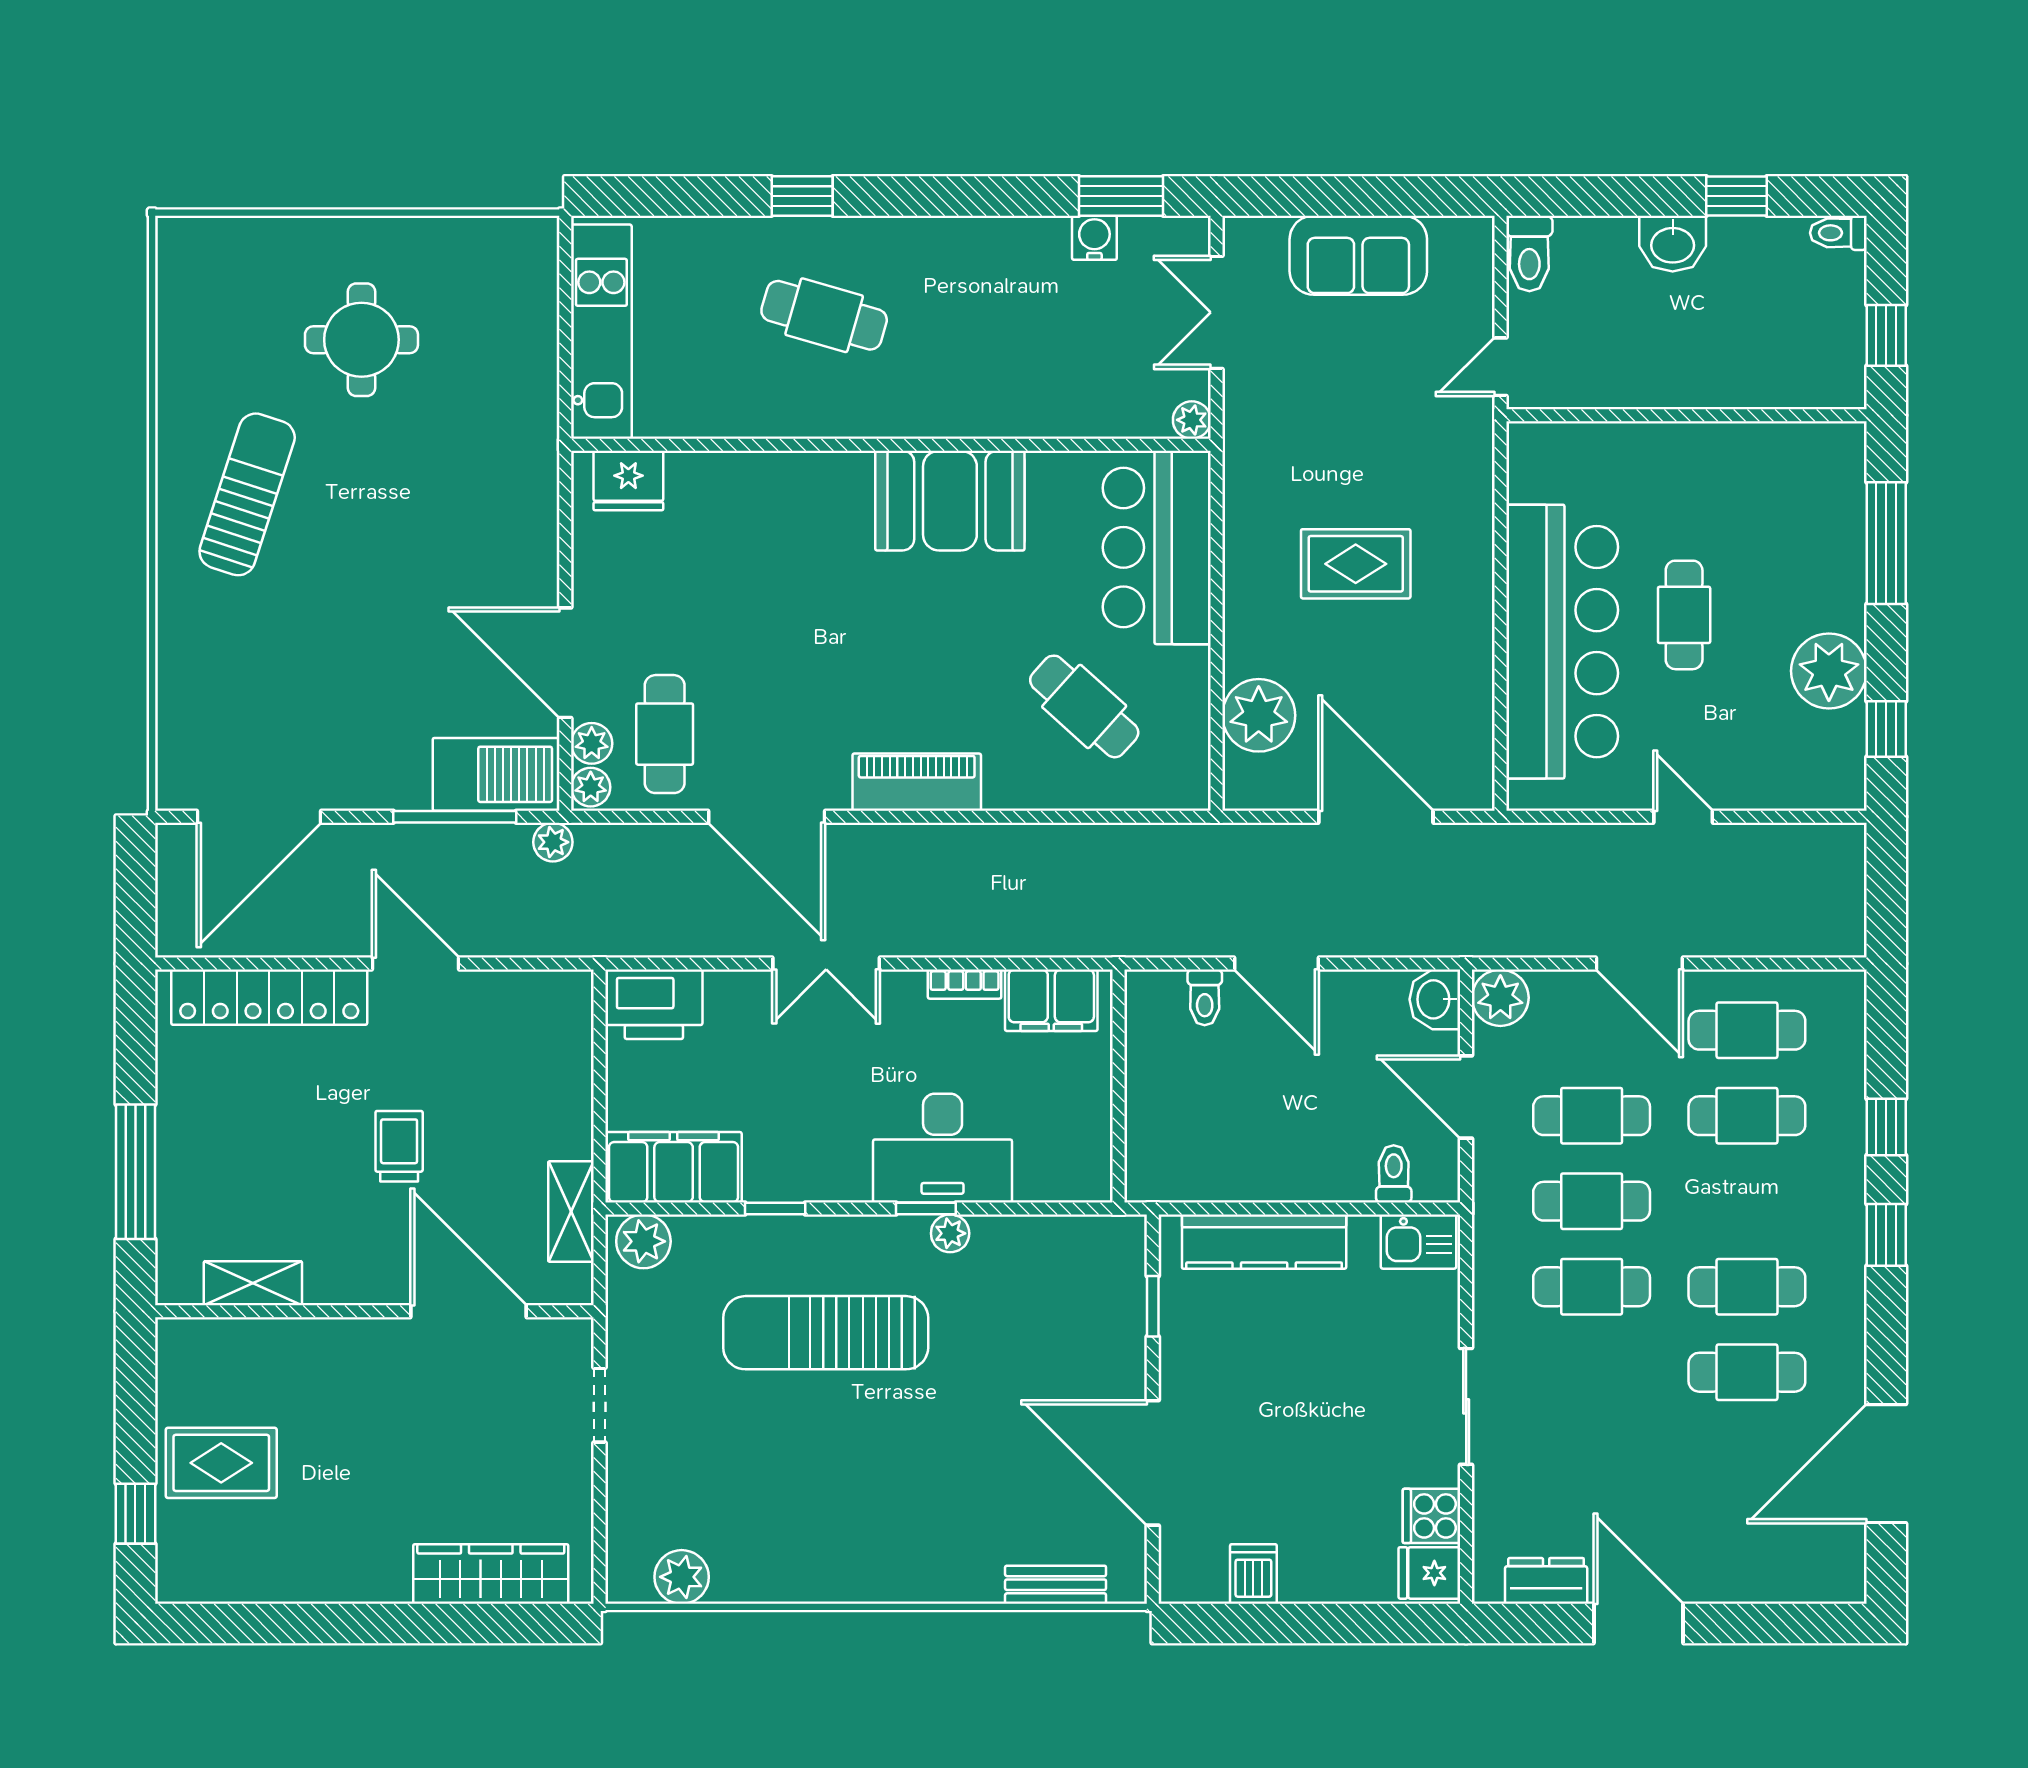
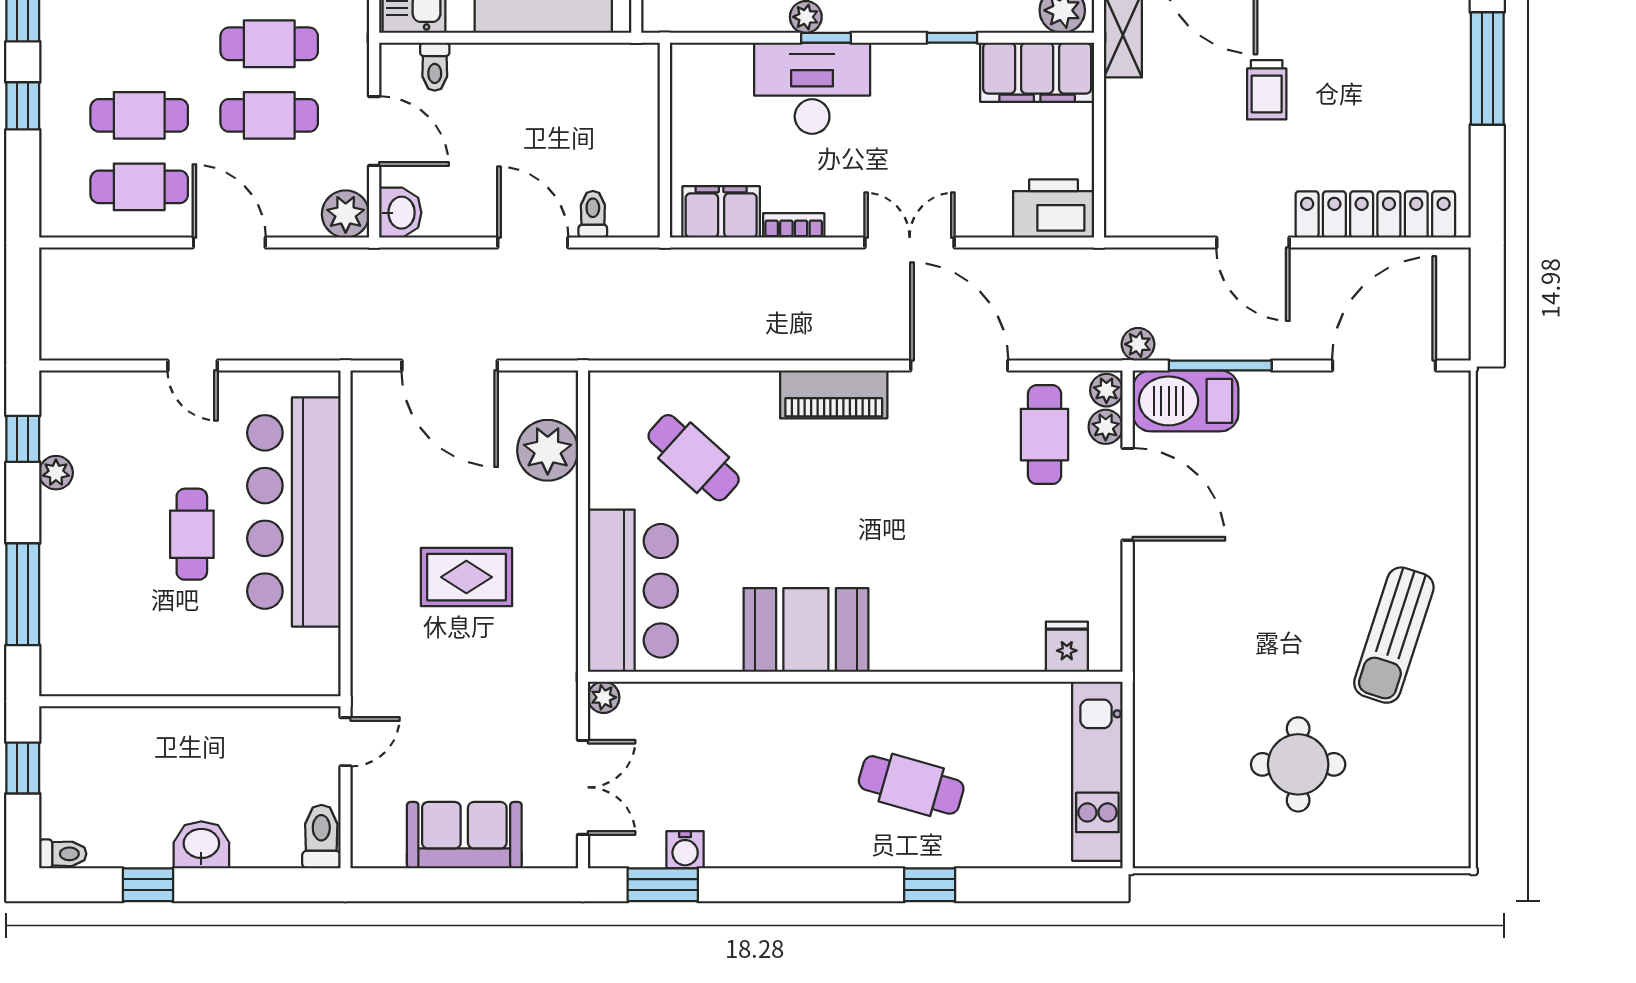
fridge: (628, 480) -> (1067, 647), width x0.72
plant: (1829, 671) -> (56, 473), width x0.53, depth x0.53

